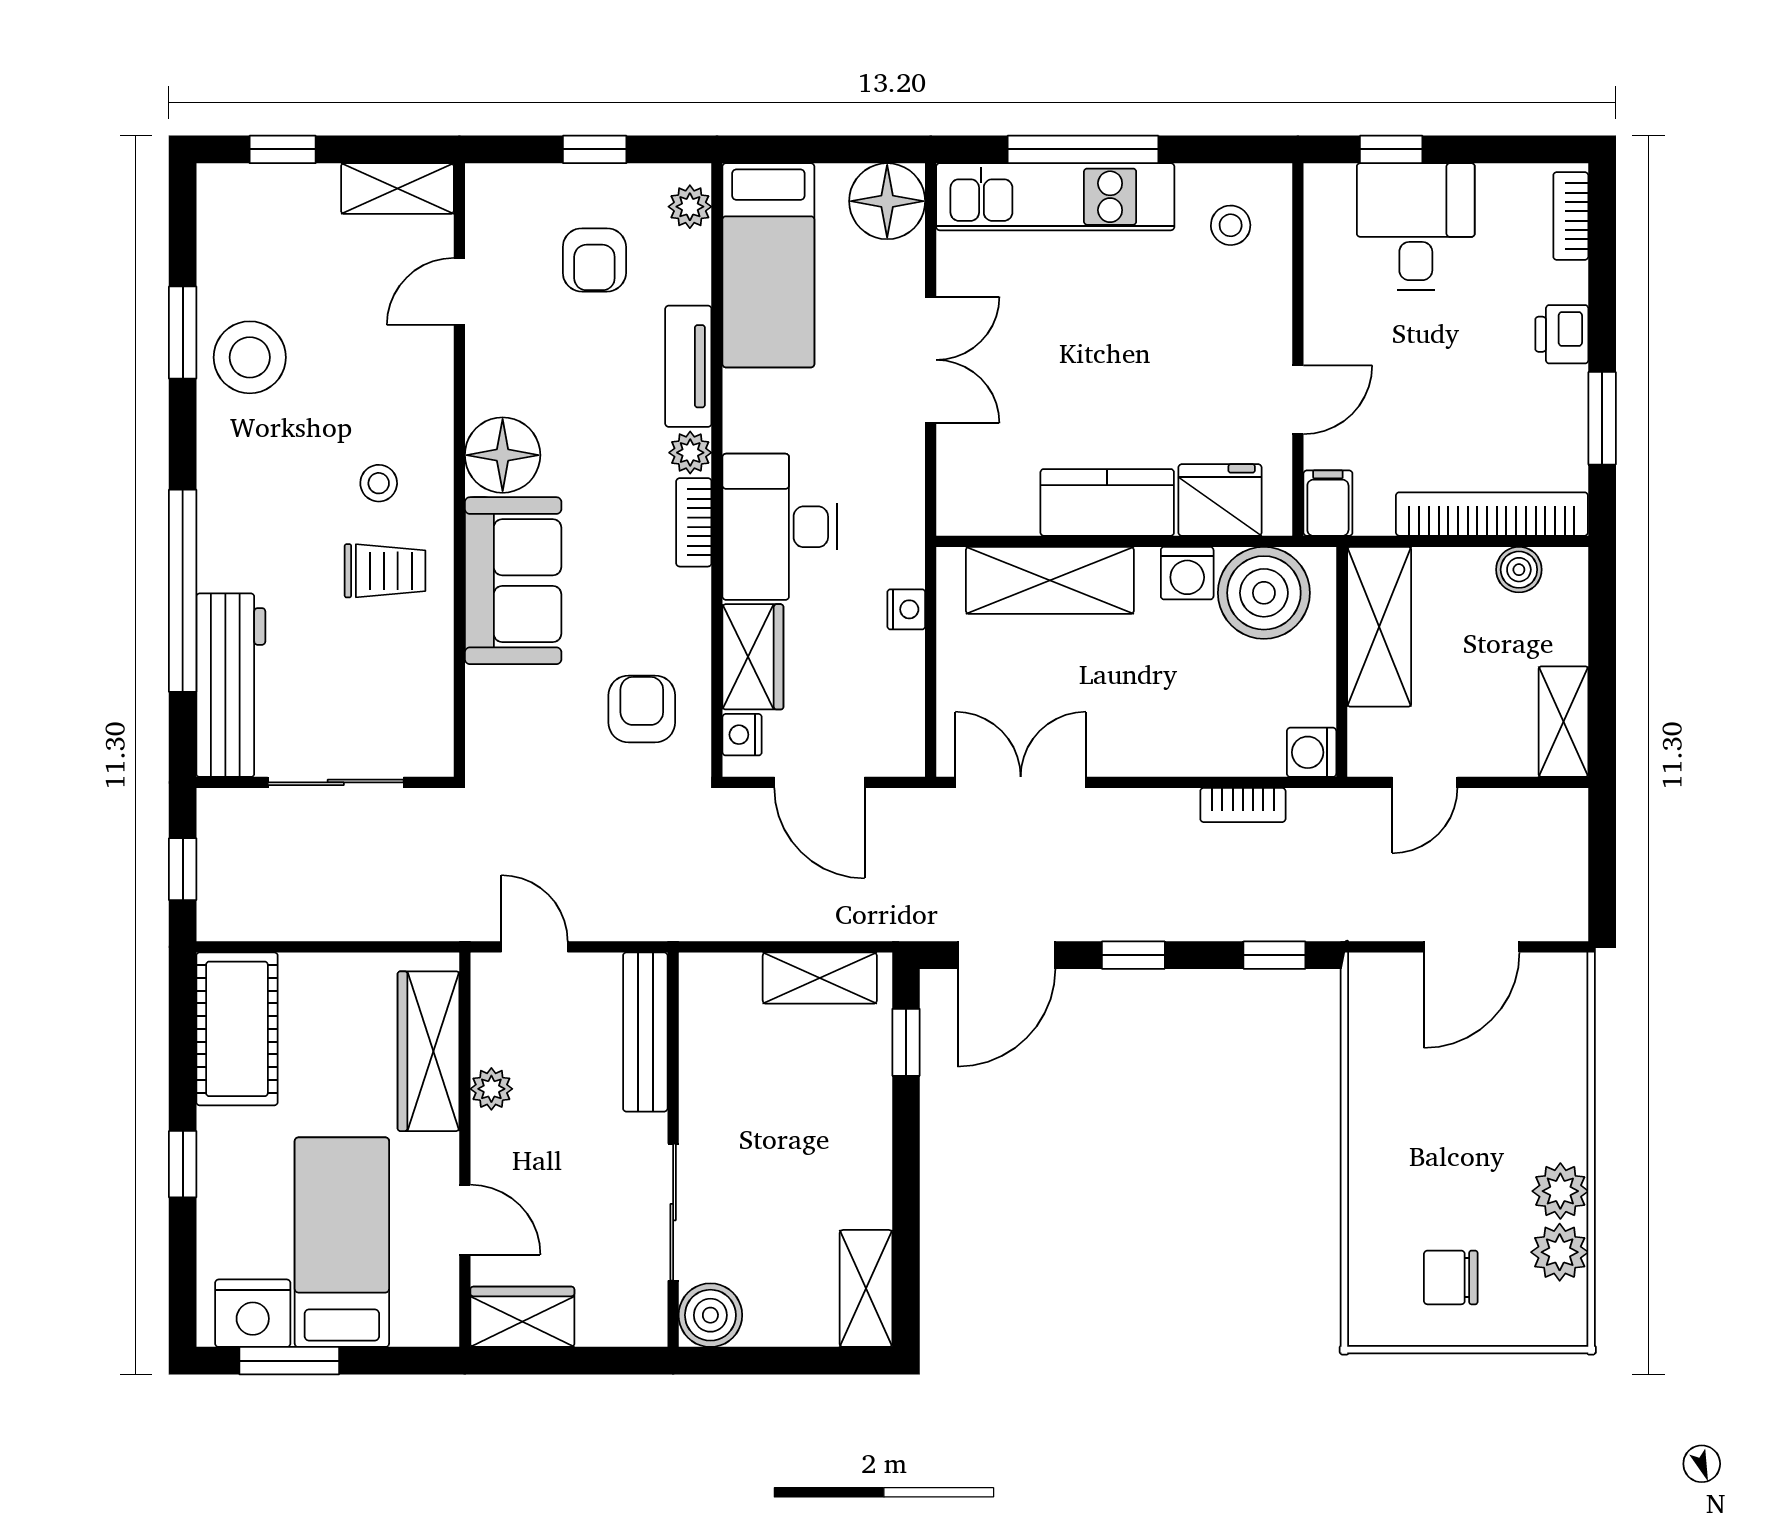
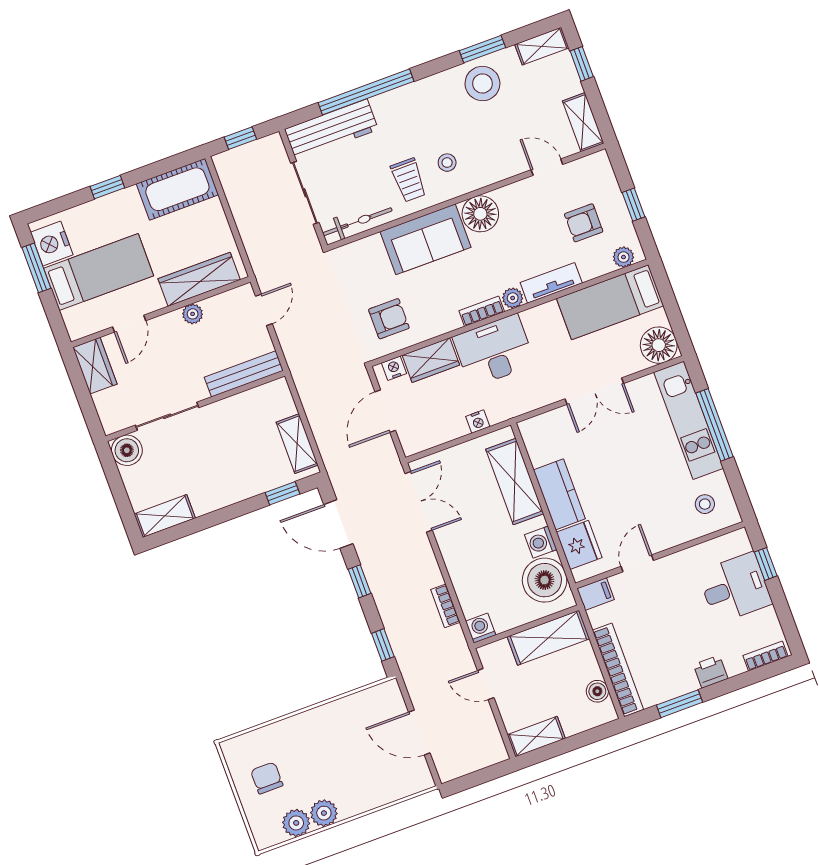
shelving: (219, 215) -> (542, 46), added
door: (1298, 400) -> (637, 563), swing flipped
bicycle: (430, 701) -> (357, 222), added

